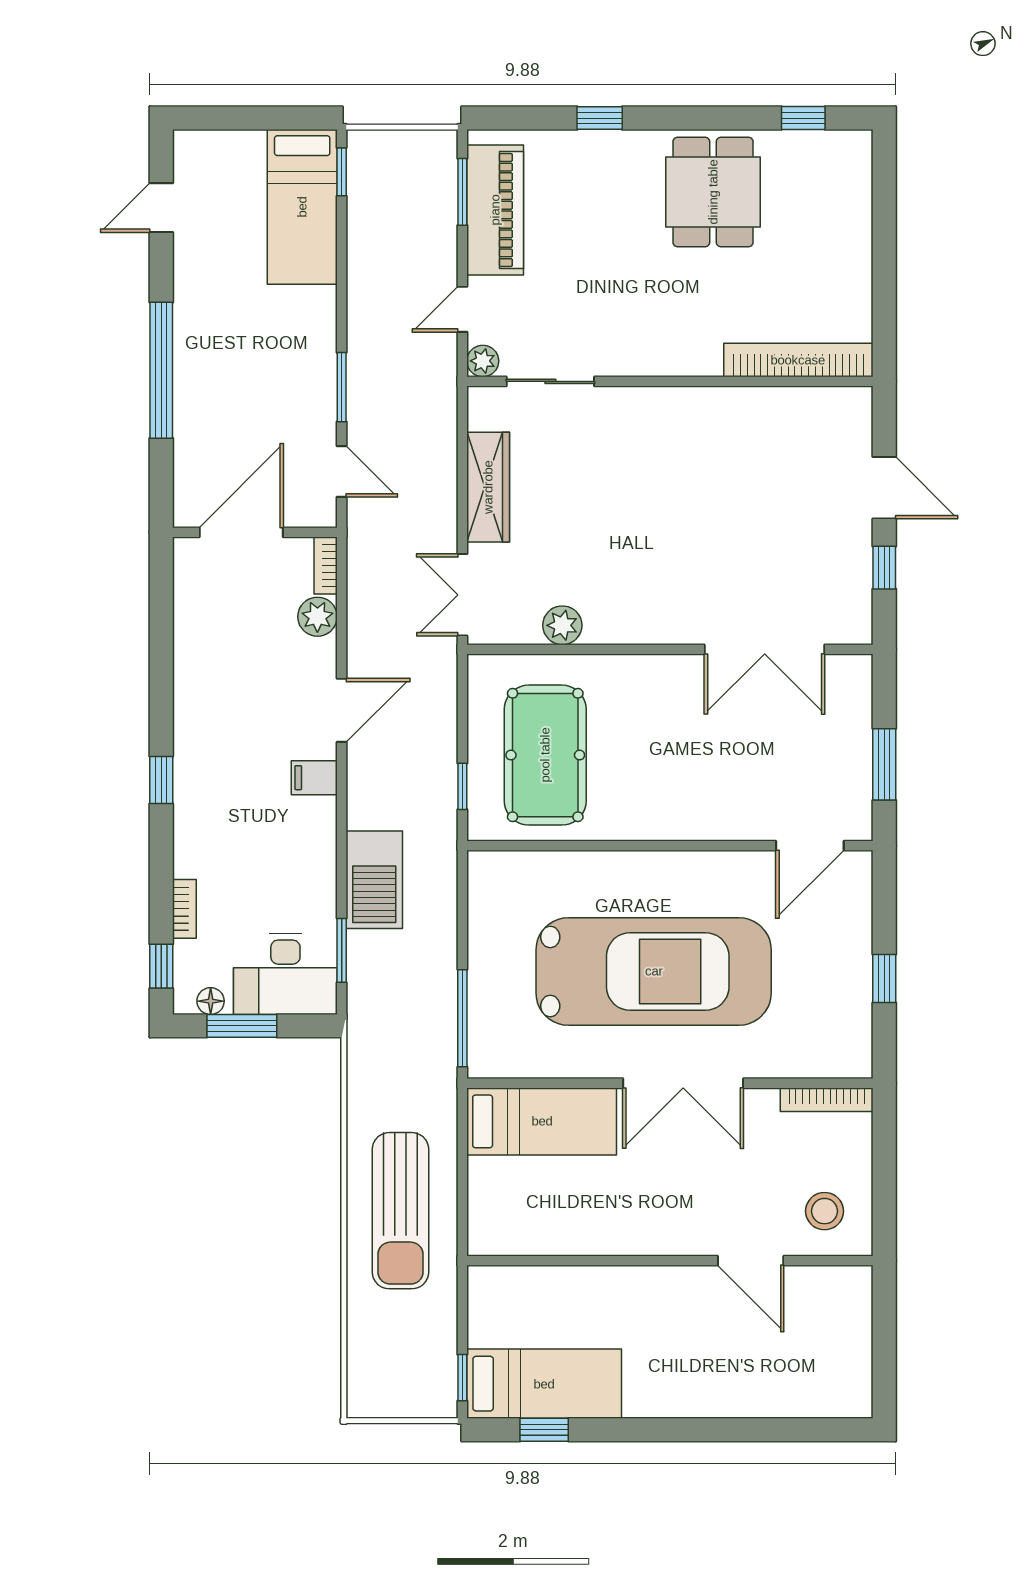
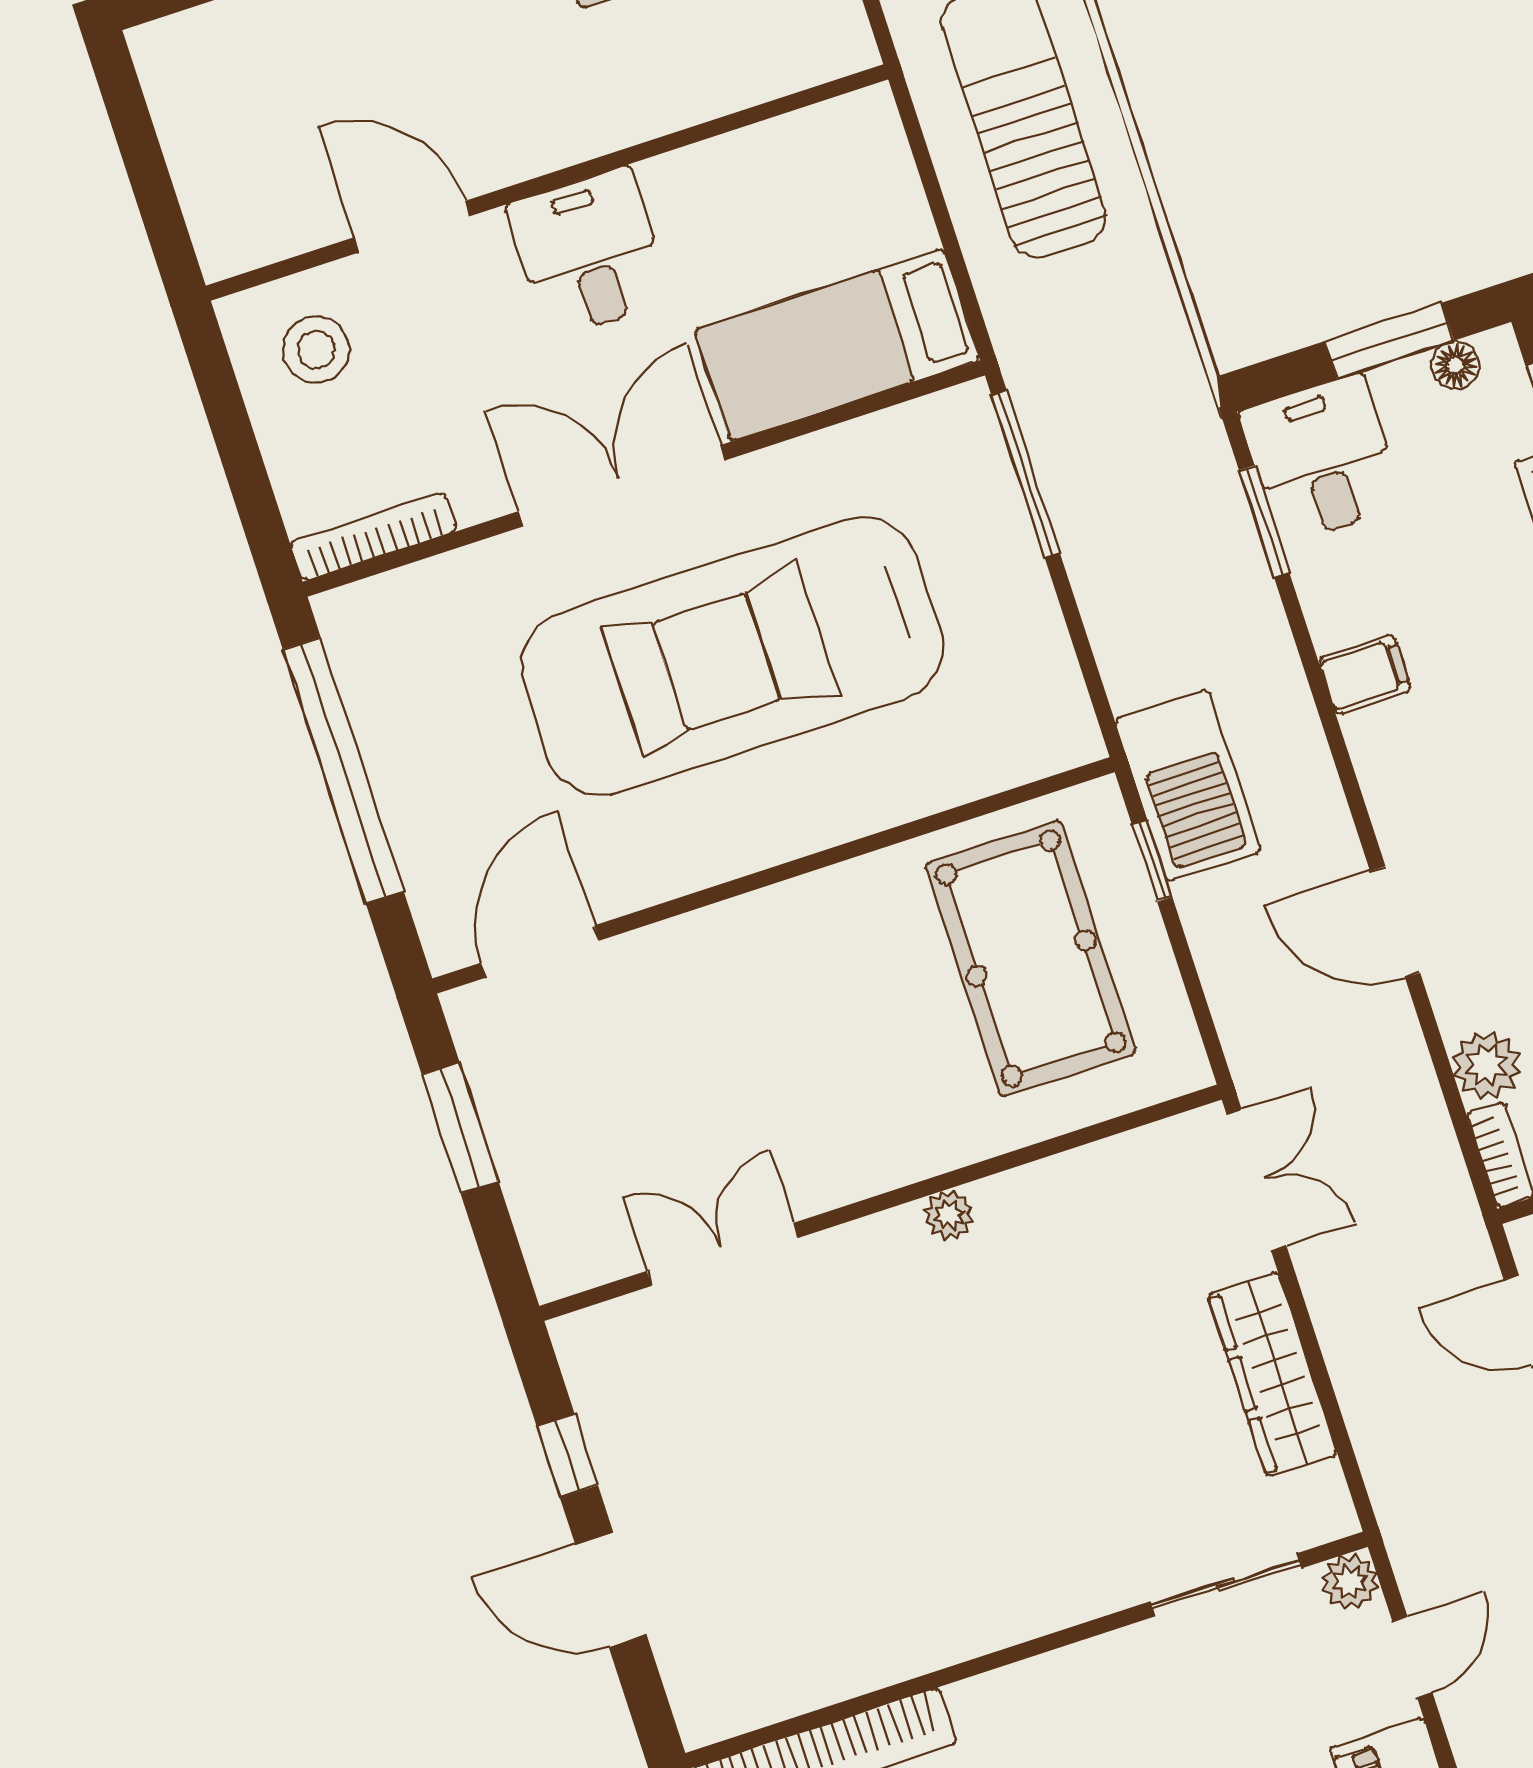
plant: (562, 625) -> (949, 1215), moved, width x0.73, depth x0.73
double door: (765, 649) -> (723, 1254), width x0.73
door: (342, 710) -> (1395, 922), hinge flipped
filing cabinet: (314, 778) -> (1365, 674), moved
barbecue: (374, 880) -> (1188, 786), moved, turned 180
desk: (285, 974) -> (1322, 459), width x0.73
window: (884, 978) -> (343, 770), width x3.17
desk: (660, 1215) -> (589, 253), added

